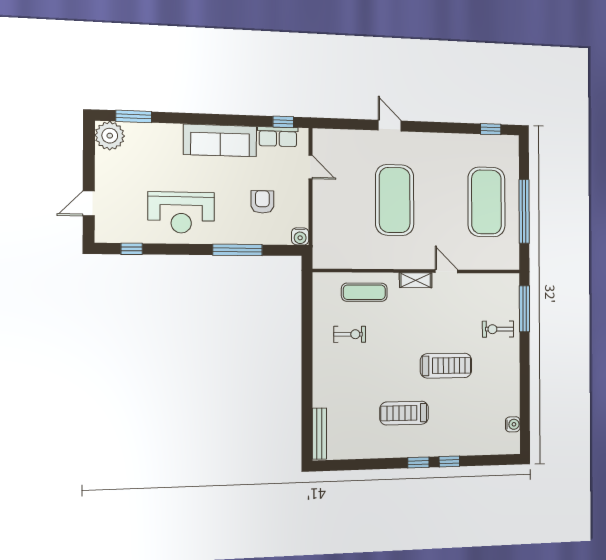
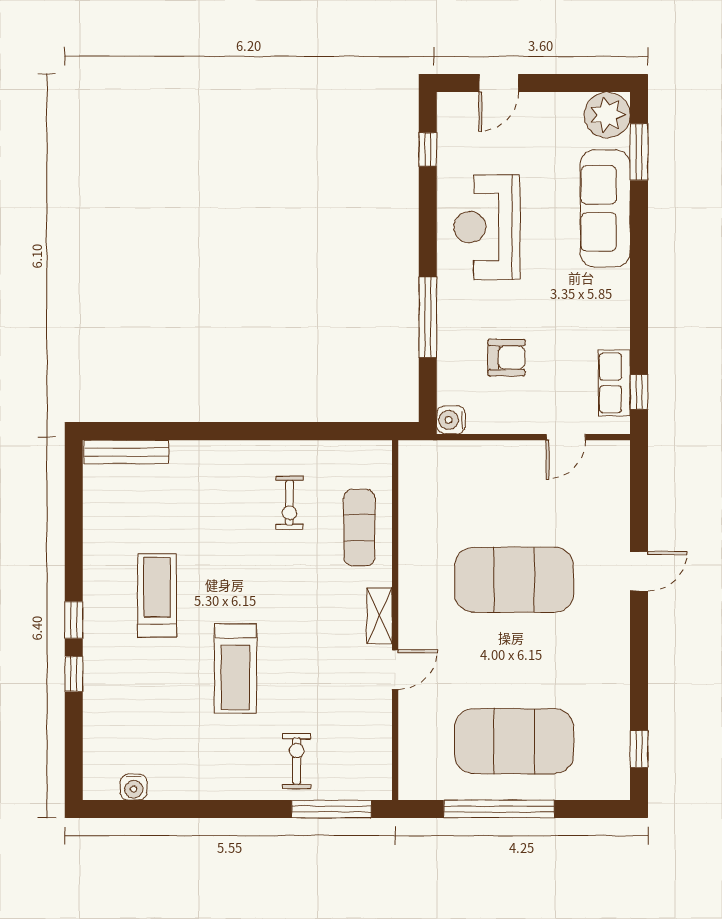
sofa: (220, 140) -> (605, 208), moved
door: (89, 203) -> (499, 83), swing flipped

